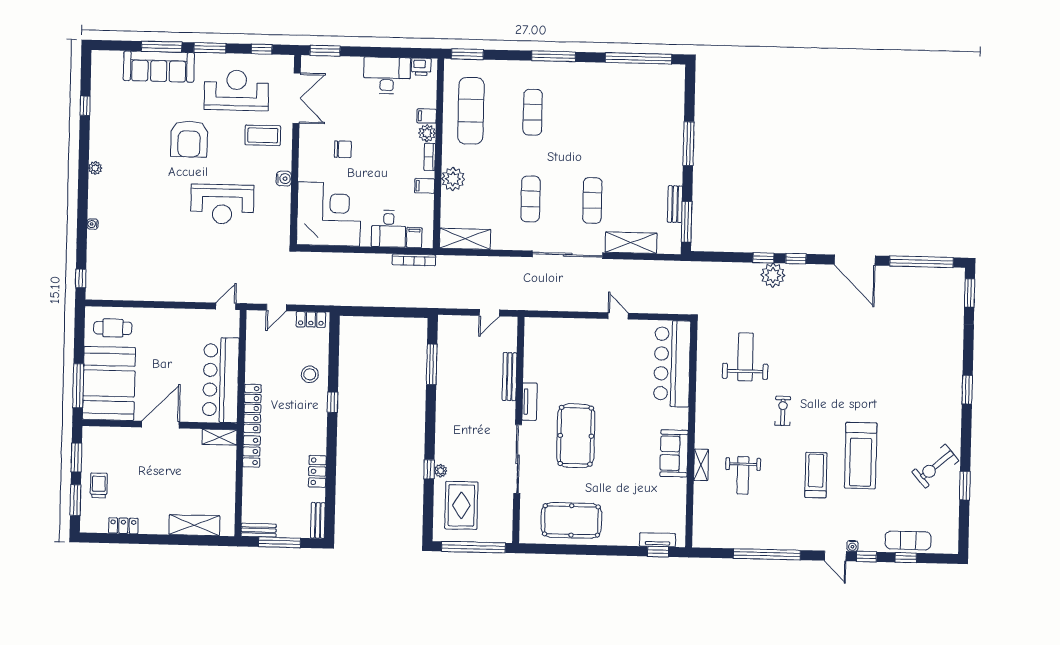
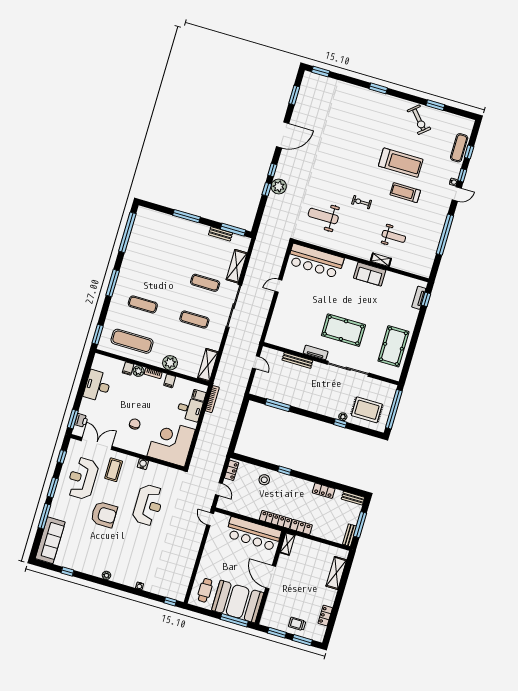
sofa: (159, 67) -> (50, 540), moved
printer: (421, 67) -> (81, 420), moved
window: (922, 262) -> (294, 95), width x0.47

